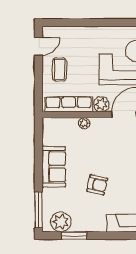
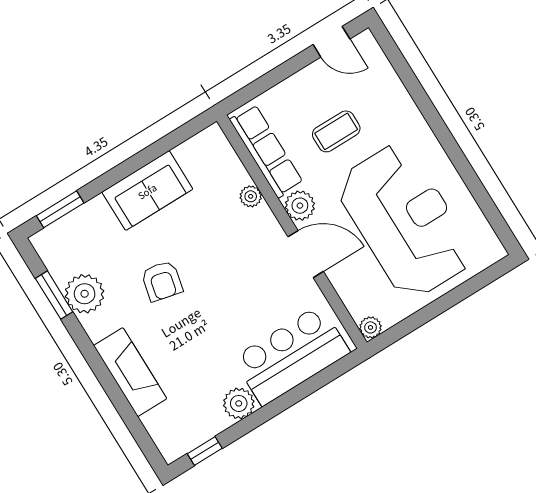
coffee table: (59, 69) -> (336, 131), moved
window: (38, 210) -> (60, 209), width x0.69
plant: (61, 222) -> (85, 294), moved

